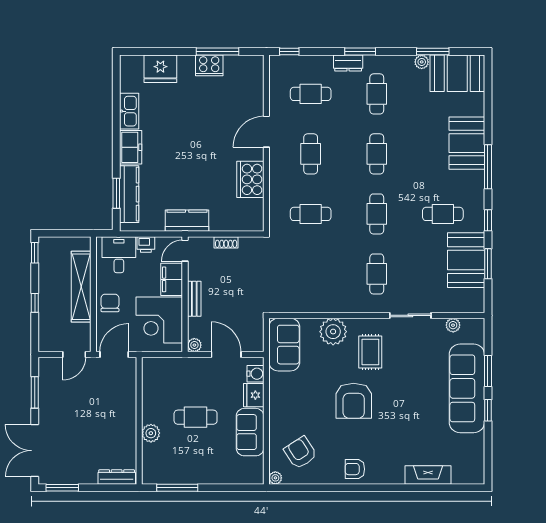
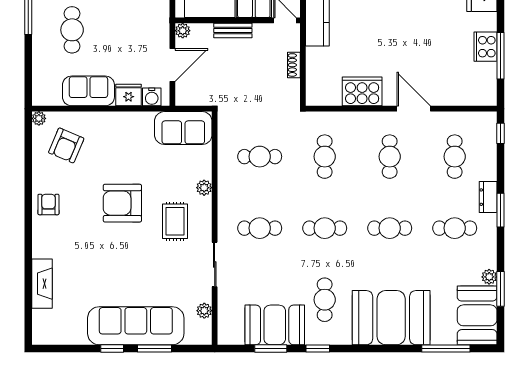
booth: (467, 143) -> (391, 318), width x1.36, depth x1.42
cafe table: (311, 154) -> (390, 157), turned 90
window: (488, 167) -> (446, 349), moved
cafe table: (311, 274) -> (260, 157), added
plant: (333, 332) -> (204, 188), width x0.53, depth x0.53
rug: (370, 352) -> (175, 221), turned 90
cafe table: (196, 417) -> (72, 30), moved
armchair: (300, 453) -> (66, 145), turned 146

